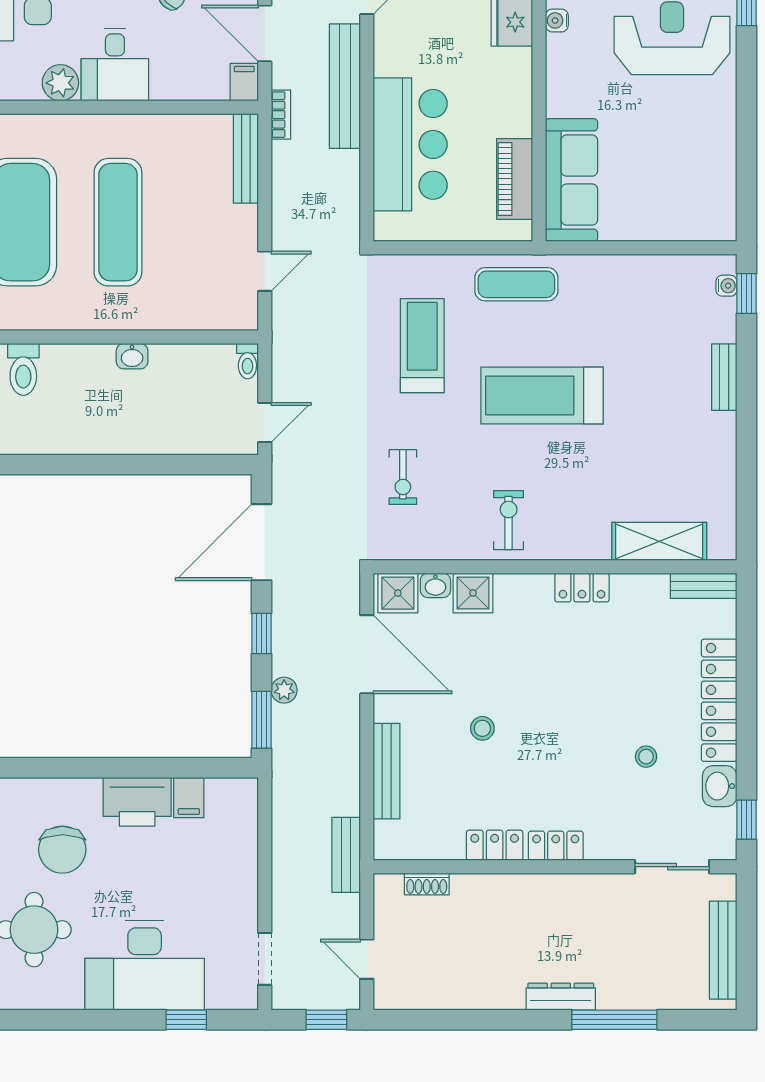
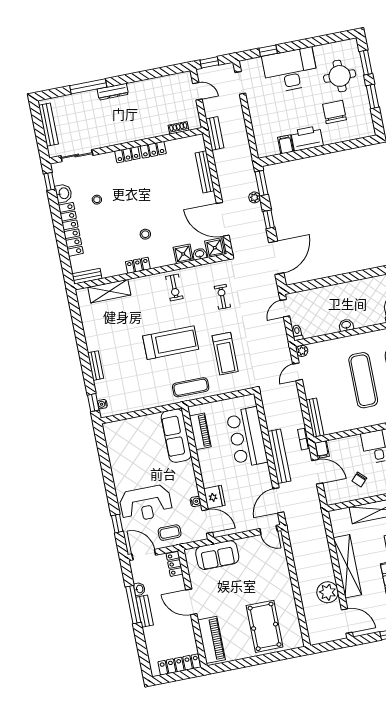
plant: (245, 317) -> (302, 351), added
stool: (482, 728) -> (145, 234), moved

